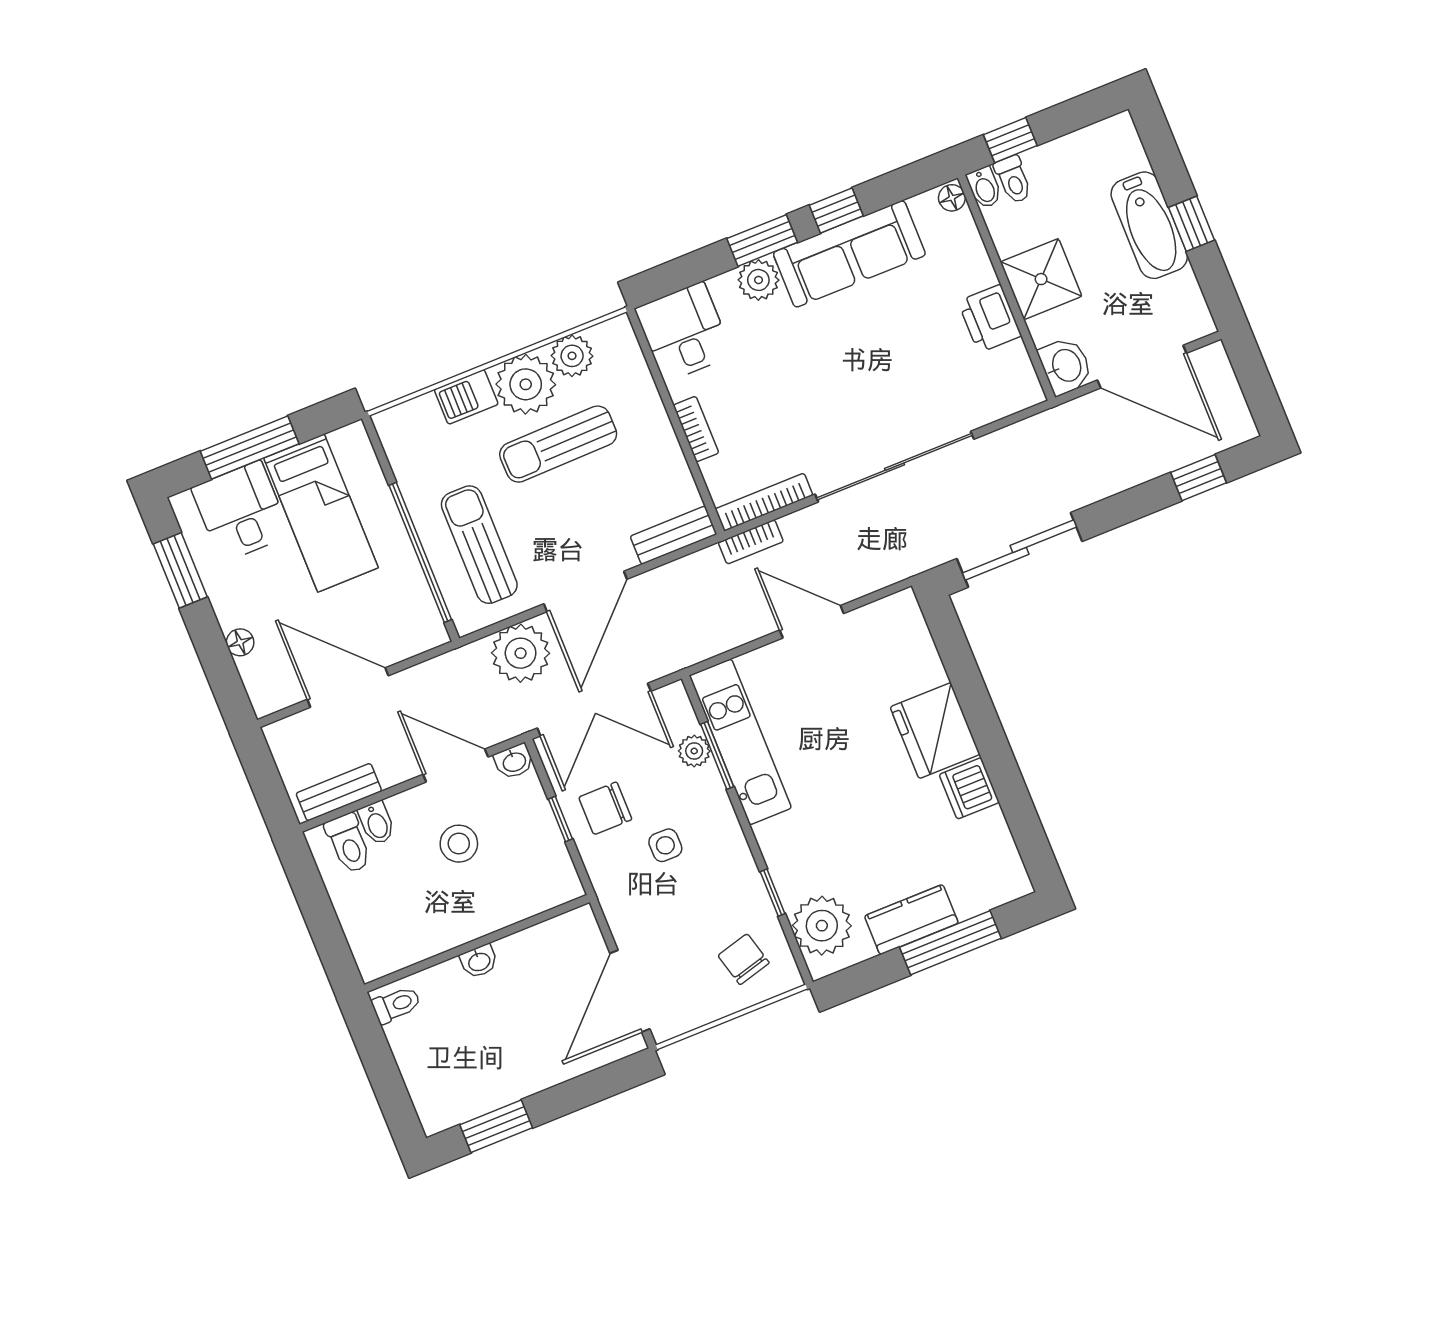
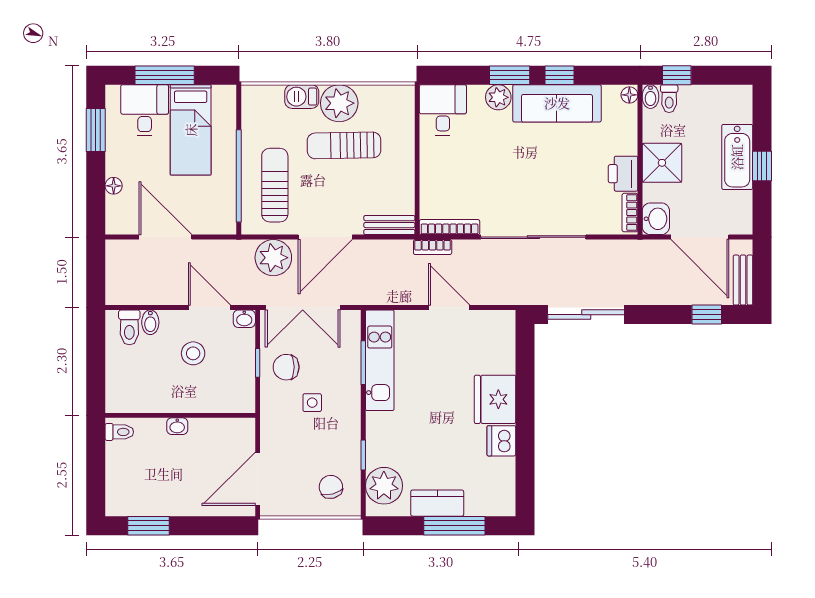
plant: (572, 356) -> (373, 98), removed
bookcase: (696, 429) -> (630, 213), moved, turned 180
plant: (694, 751) -> (351, 355), removed
bench: (339, 792) -> (743, 280), moved, turned 90

